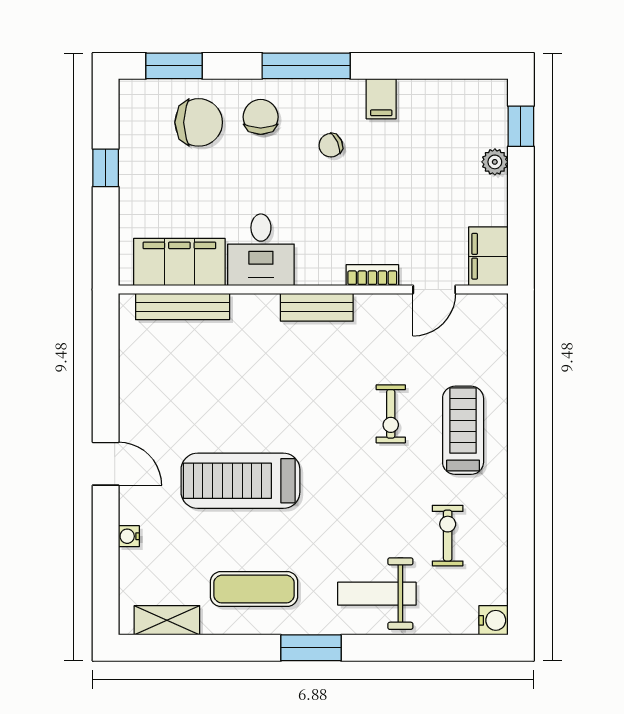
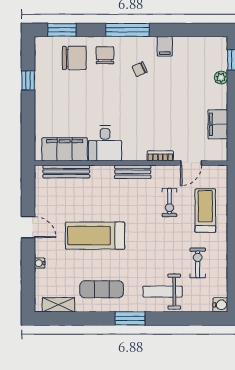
desk: (261, 250) -> (105, 143), moved
filing cabinet: (179, 262) -> (65, 149), moved
bookcase: (372, 275) -> (160, 156), moved
wall: (313, 290) -> (131, 163), moved
door: (434, 290) -> (191, 163), moved
bench: (183, 307) -> (66, 171), moved
bench: (317, 307) -> (133, 172), moved

